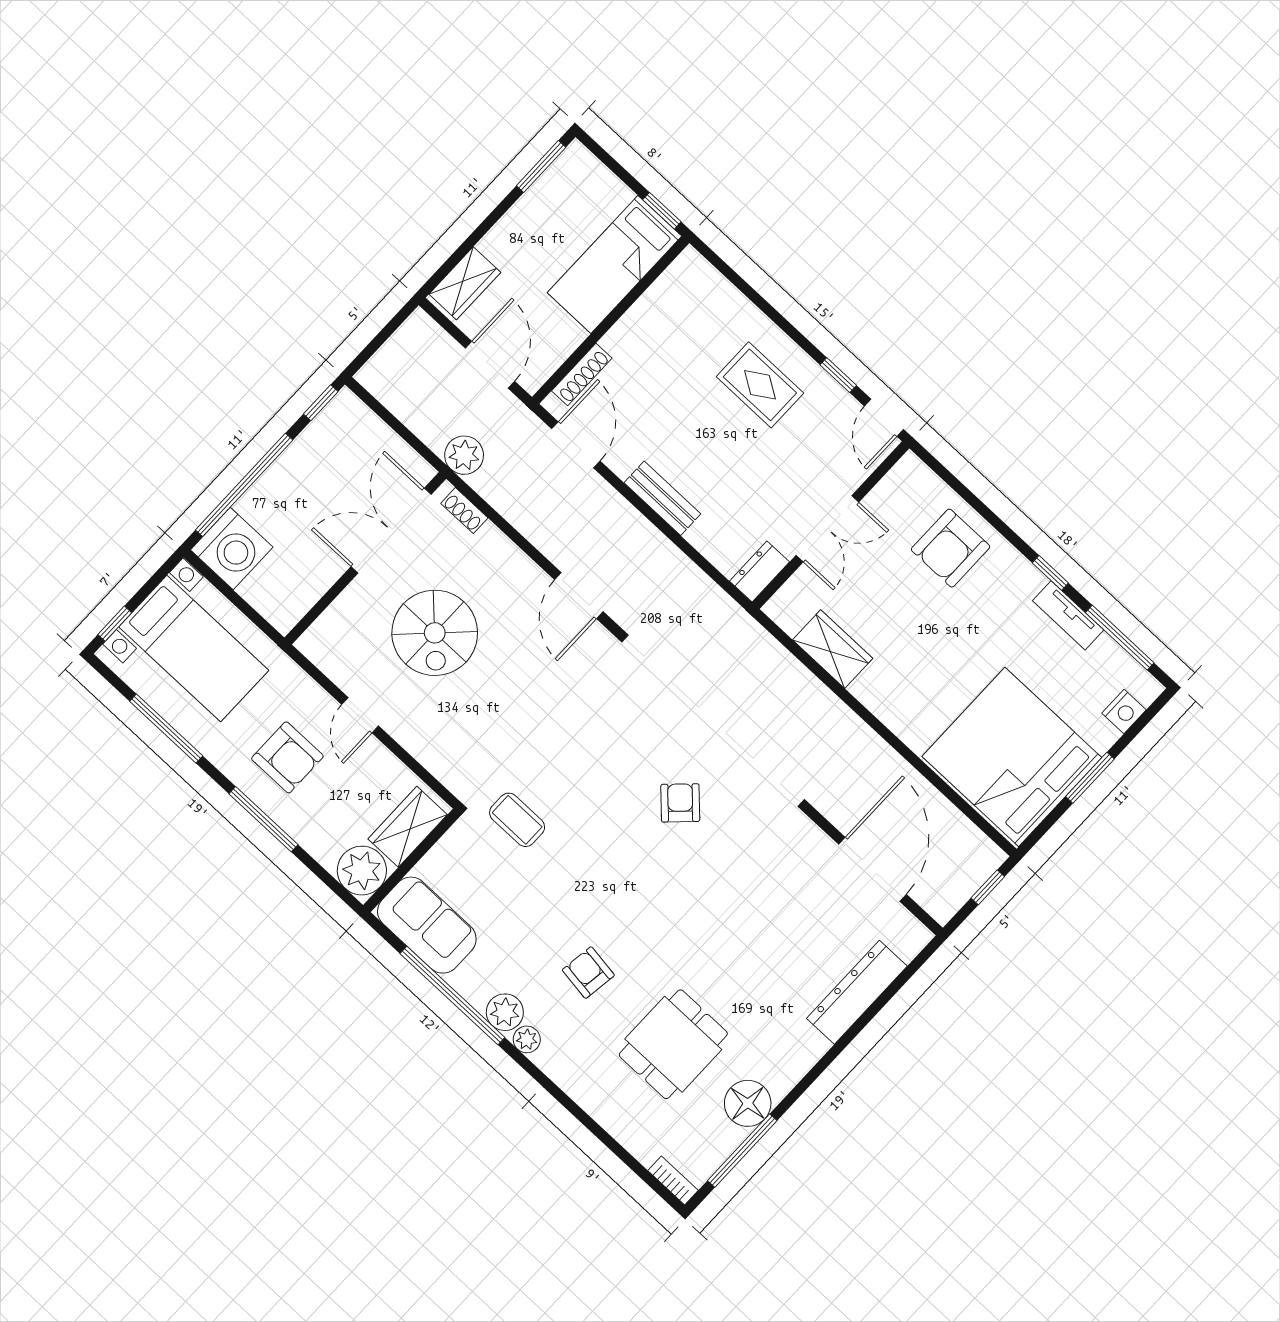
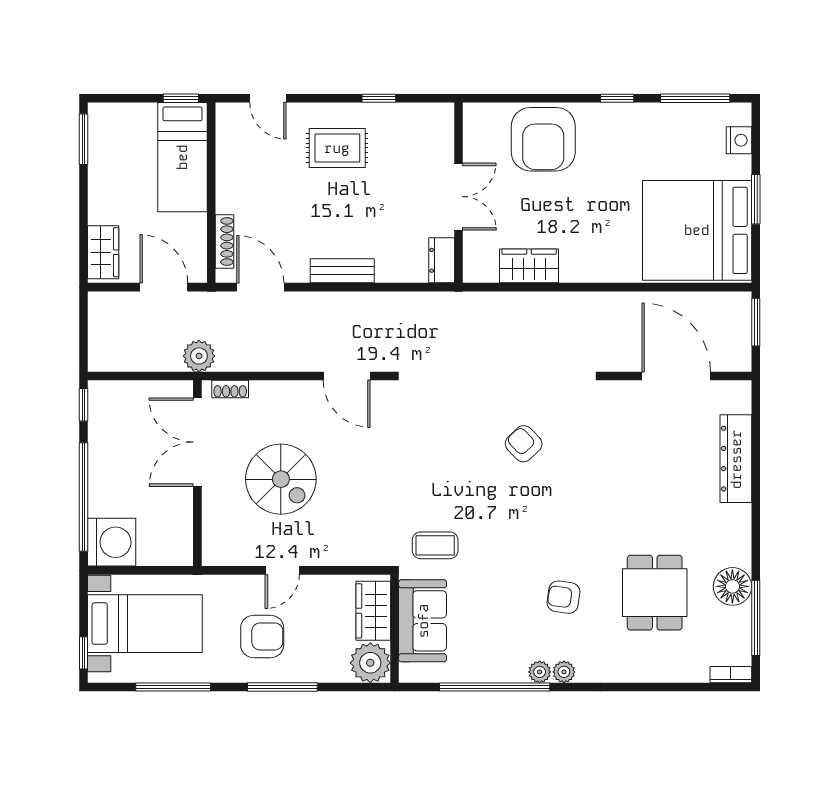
door: (884, 418) -> (268, 98), moved
armchair: (951, 548) -> (543, 139), width x1.36, depth x1.36
tv unit: (1068, 615) -> (652, 114), removed
door: (360, 715) -> (282, 570), hinge flipped
window: (988, 887) -> (756, 322), width x1.50
sofa: (427, 925) -> (423, 621), moved, turned 90
plant: (505, 1012) -> (540, 672), width x0.73, depth x0.73

